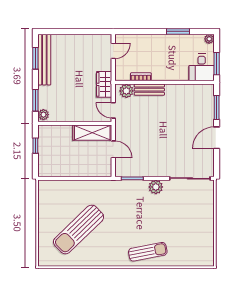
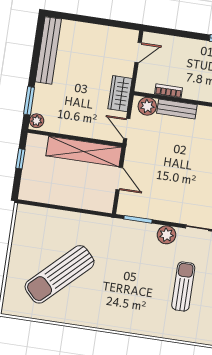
window: (35, 58) -> (37, 47), removed
shelving: (92, 133) -> (84, 151), width x1.47
sun lounger: (148, 252) -> (183, 286), moved, turned -79

